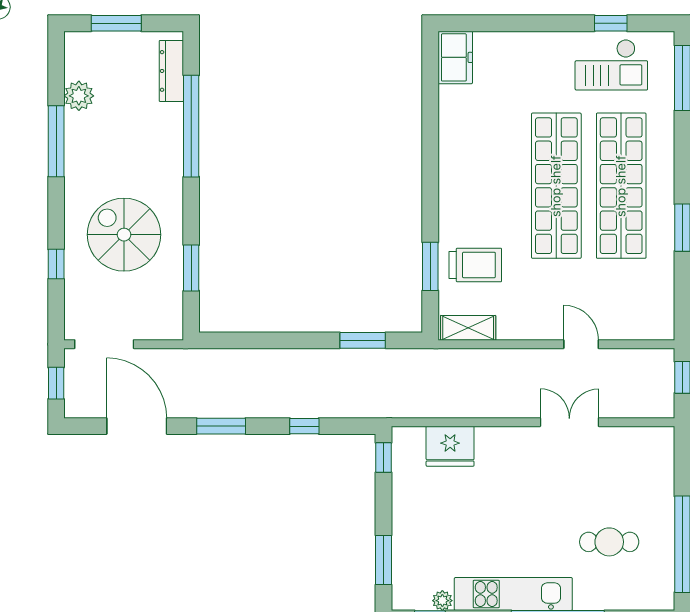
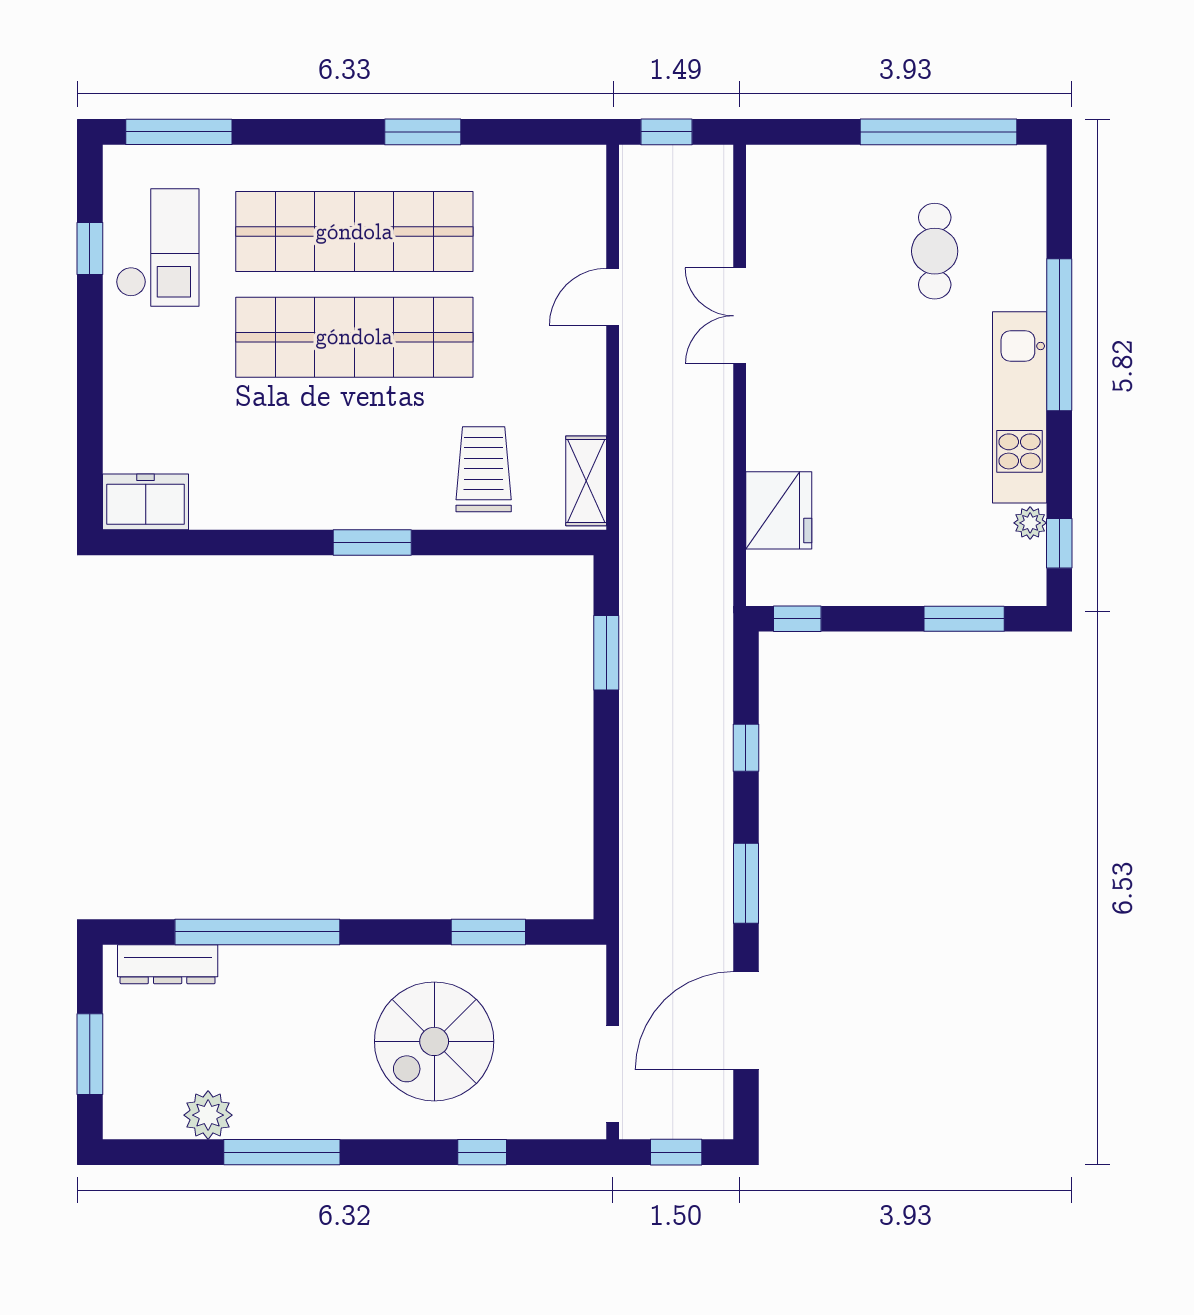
window: (430, 266) -> (372, 543), moved

